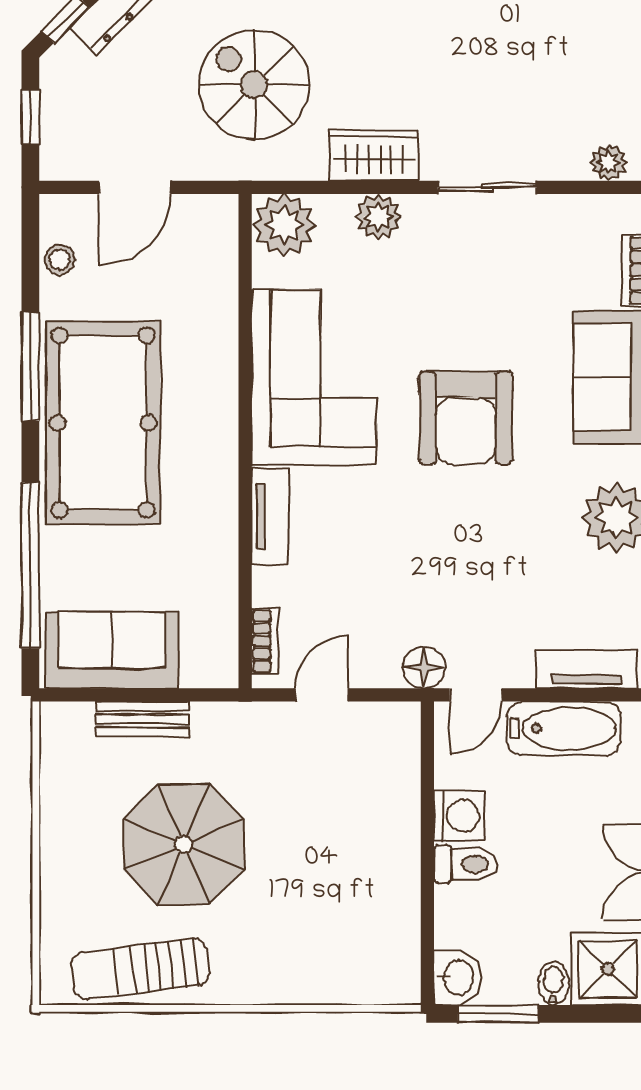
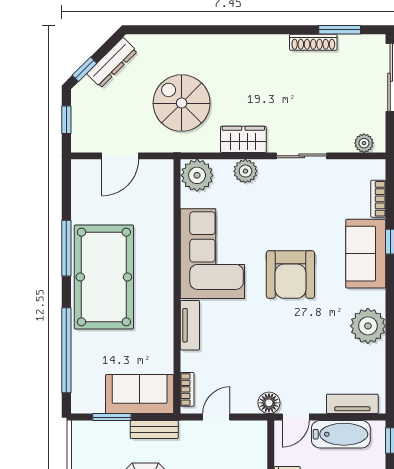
stool: (60, 260) -> (81, 193), removed
sofa: (112, 650) -> (140, 394), moved
window: (119, 695) -> (112, 417), added
bench: (142, 719) -> (154, 430), moved

